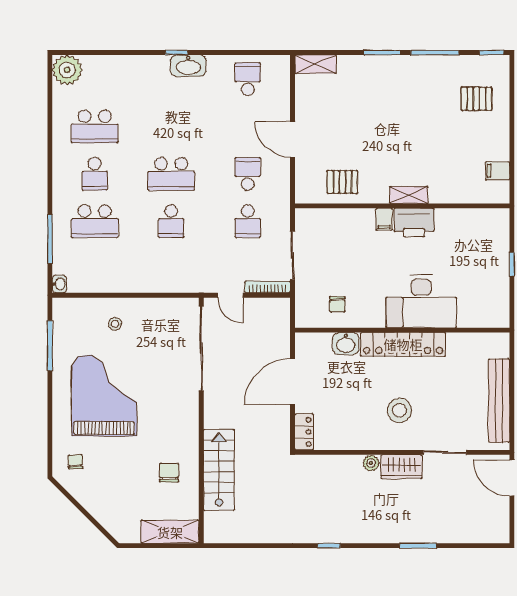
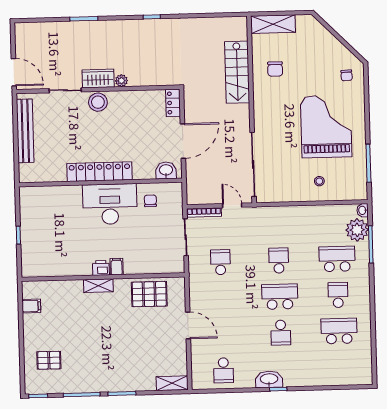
plant: (67, 70) -> (357, 230), moved
school desk: (248, 174) -> (281, 333), moved
pallet: (342, 182) -> (149, 294), width x1.50, depth x1.42
printer: (414, 223) -> (101, 268), width x0.53, depth x0.68
desk: (421, 301) -> (110, 204), moved
washbasin: (346, 344) -> (166, 170), moved
grand piano: (104, 395) -> (326, 126), turned 180
stool: (399, 410) -> (98, 102), moved

